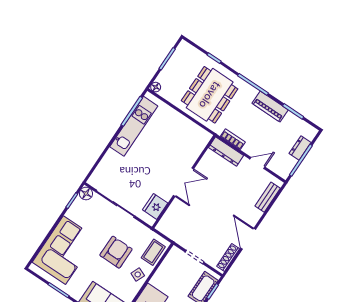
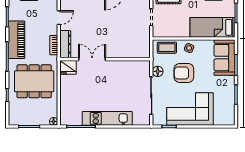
piano: (270, 107) -> (17, 40), width x1.37, depth x1.33
kitchen unit: (134, 126) -> (107, 118), moved
door: (257, 163) -> (59, 18), swing flipped
double door: (183, 182) -> (92, 59), moved
floor lamp: (86, 194) -> (158, 71), moved
fridge: (155, 206) -> (68, 67), moved
corner sofa: (64, 250) -> (190, 109), moved

